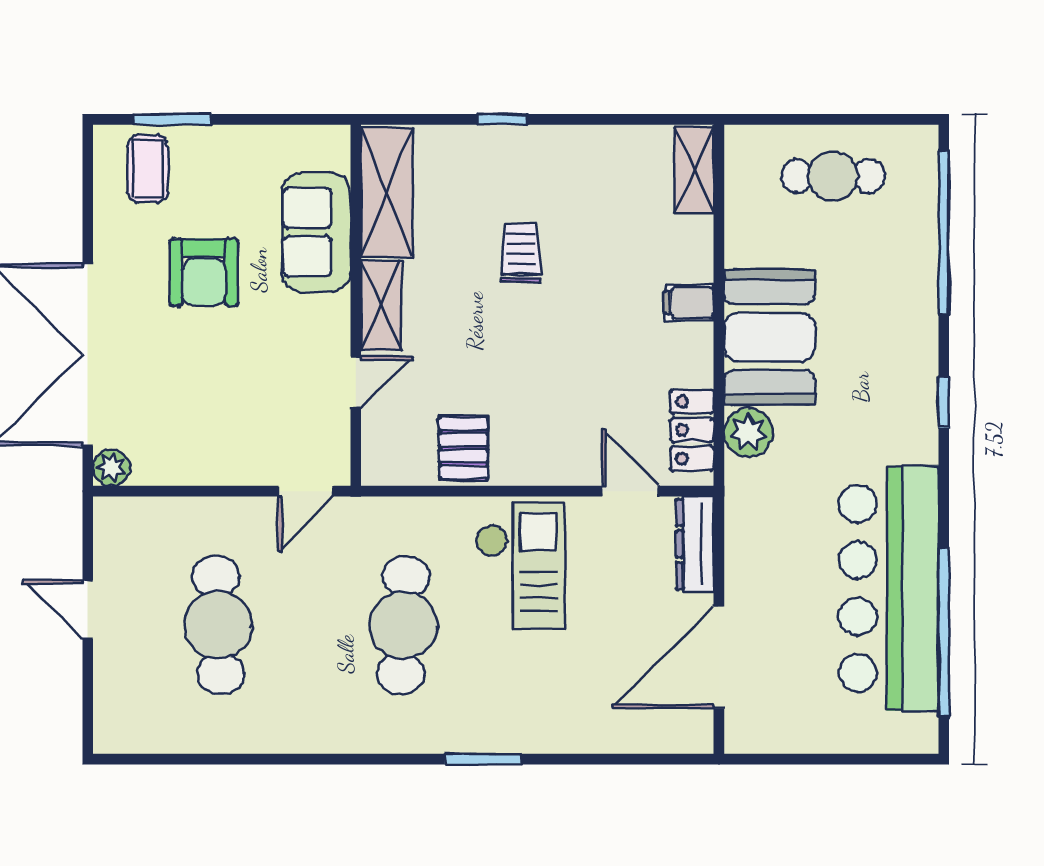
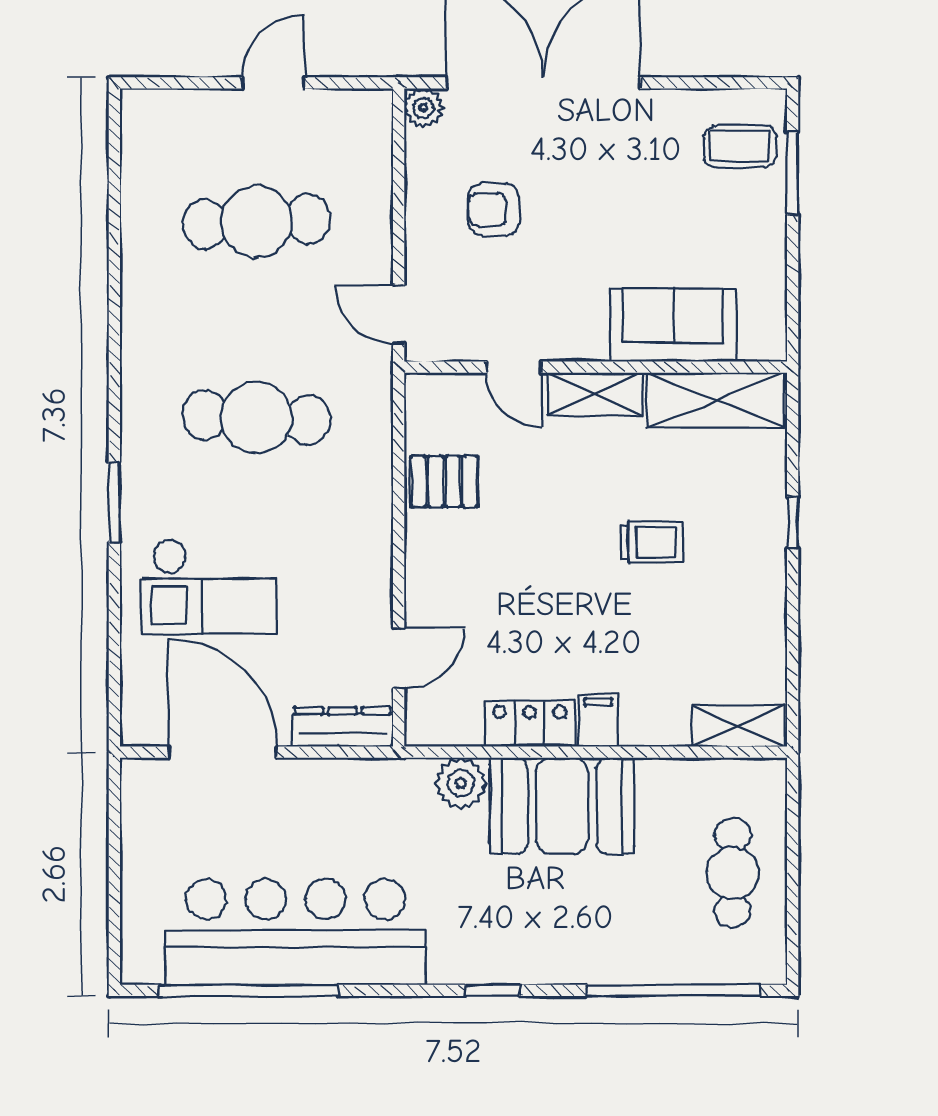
armchair: (204, 272) -> (494, 210), moved, width x0.72, depth x0.72
locker: (692, 430) -> (530, 724), moved
checkout: (520, 566) -> (209, 586), moved

